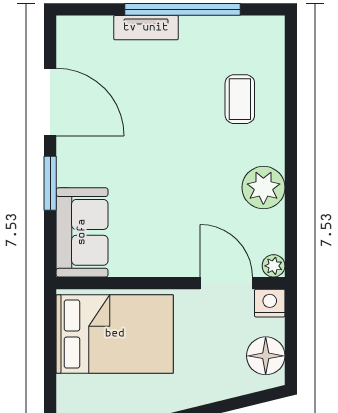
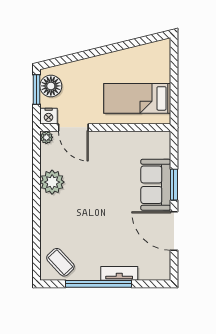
coffee table: (240, 99) -> (60, 262), moved, turned -43
sofa: (82, 232) -> (156, 185), moved
bed: (115, 334) -> (137, 98), width x0.67
window: (291, 349) -> (36, 90), added

